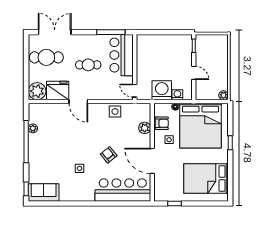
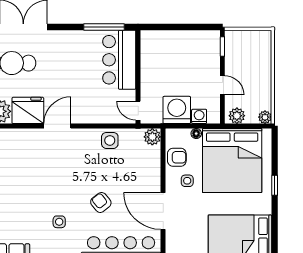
cafe table: (88, 65) -> (72, 74), removed
plant: (204, 94) -> (237, 116), added
door: (78, 101) -> (57, 126), swing flipped
plant: (145, 128) -> (152, 137), moved

